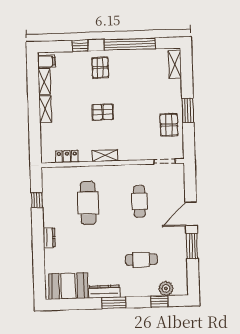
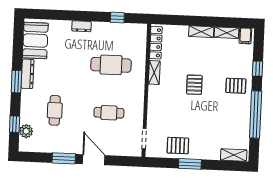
locker: (67, 156) -> (156, 43), width x1.53
shelving: (105, 156) -> (154, 72), moved

